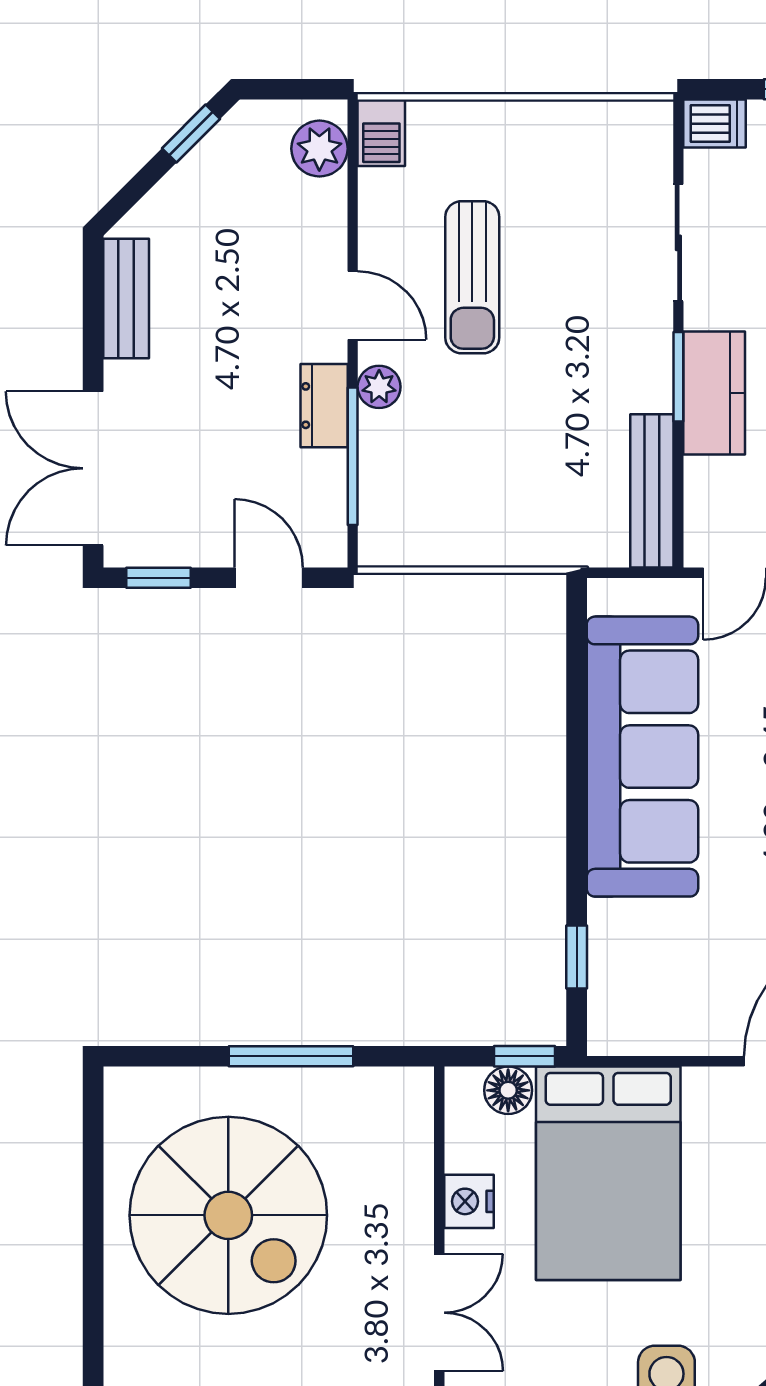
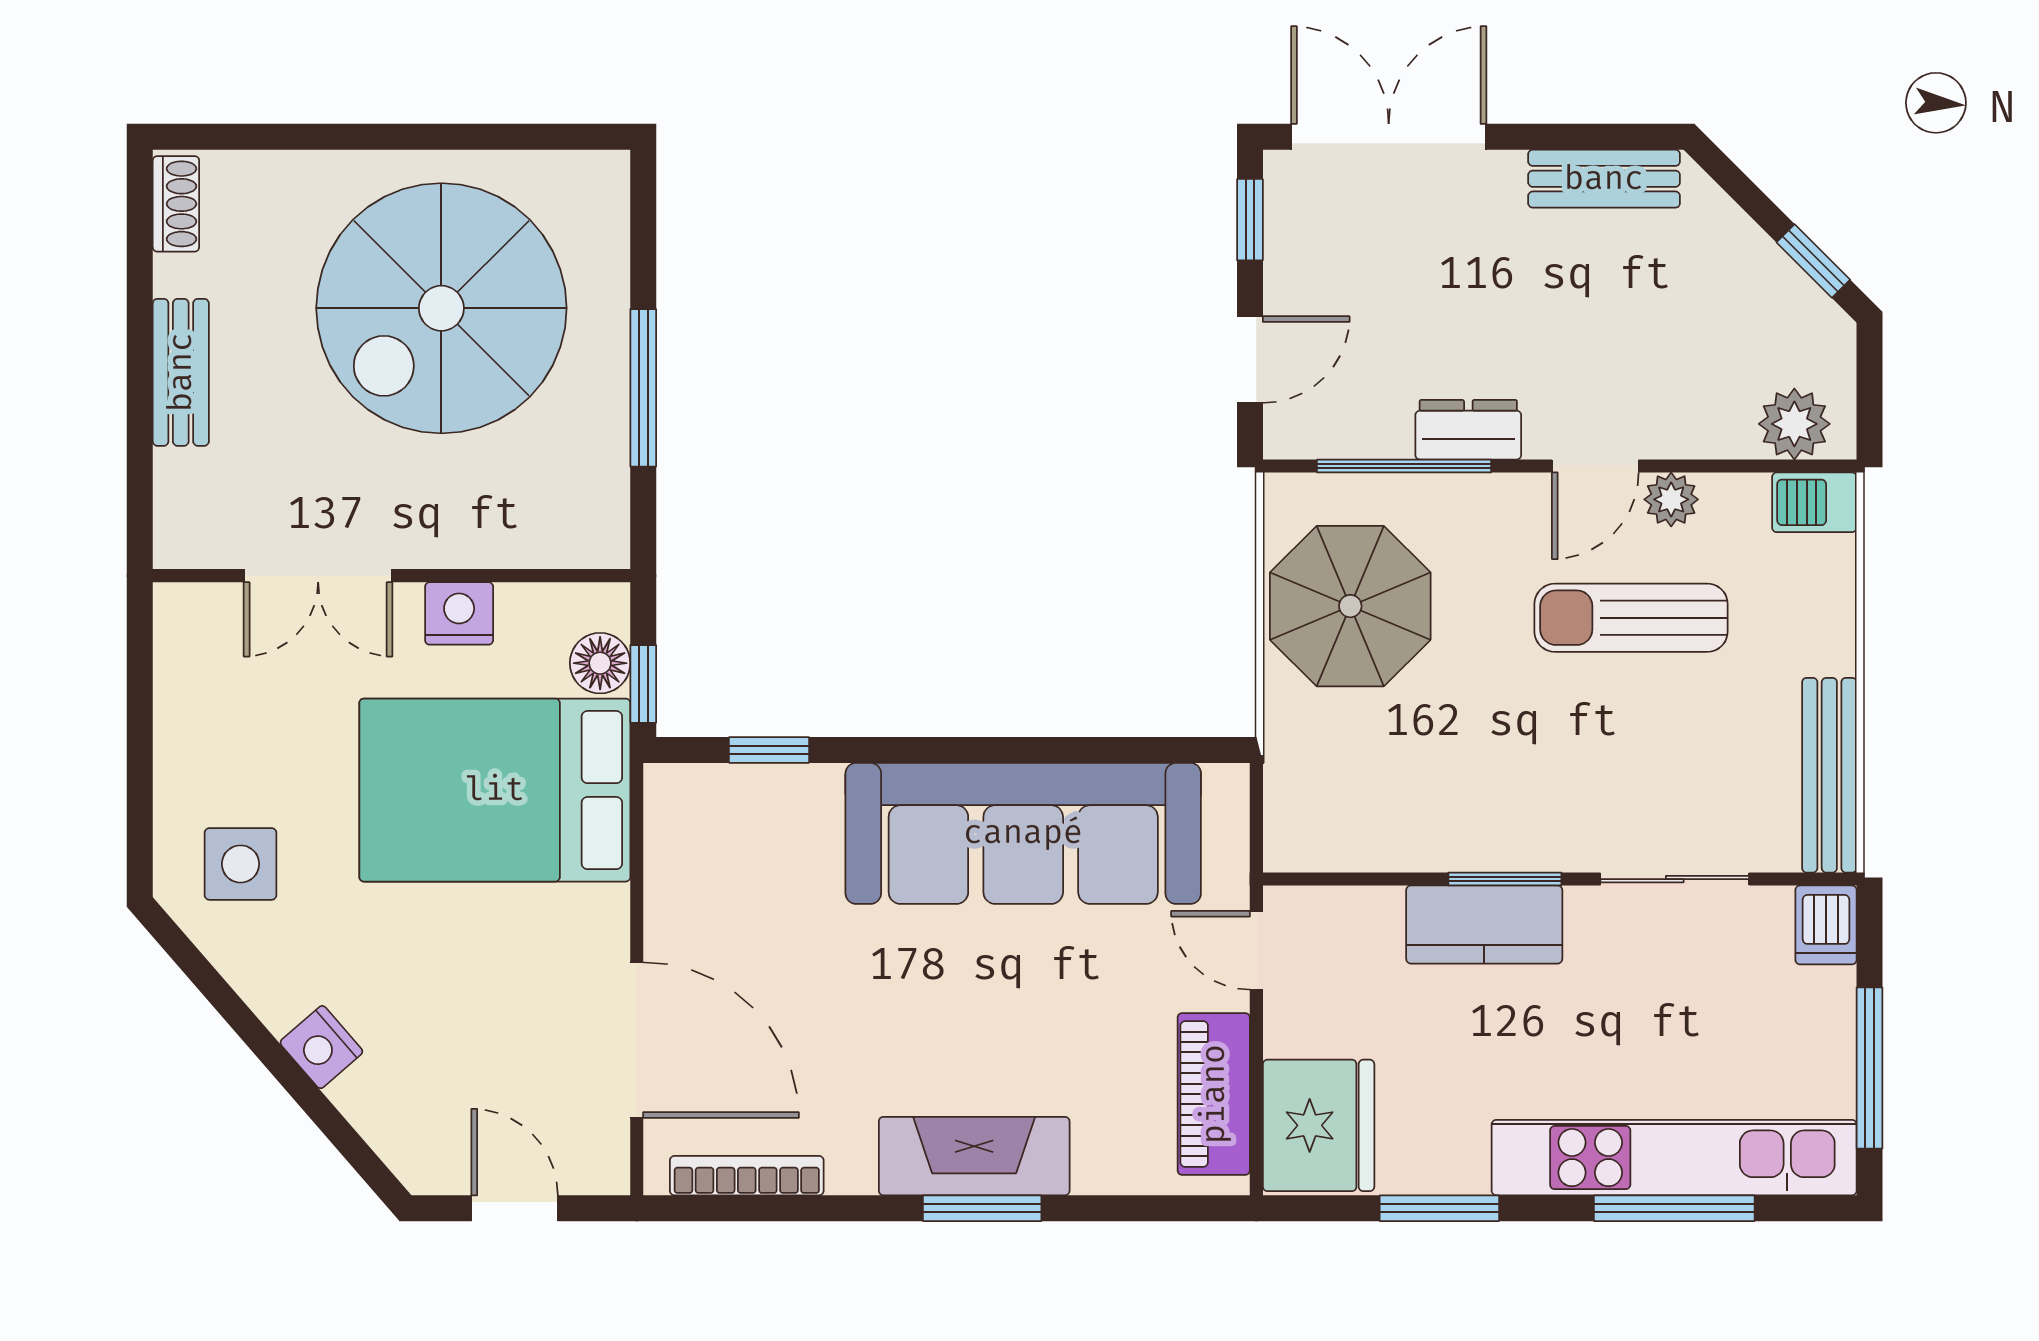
plant: (379, 387) -> (1671, 499), moved
bench: (652, 491) -> (1829, 775), moved, turned 90
parasol: (463, 499) -> (1350, 606), added

